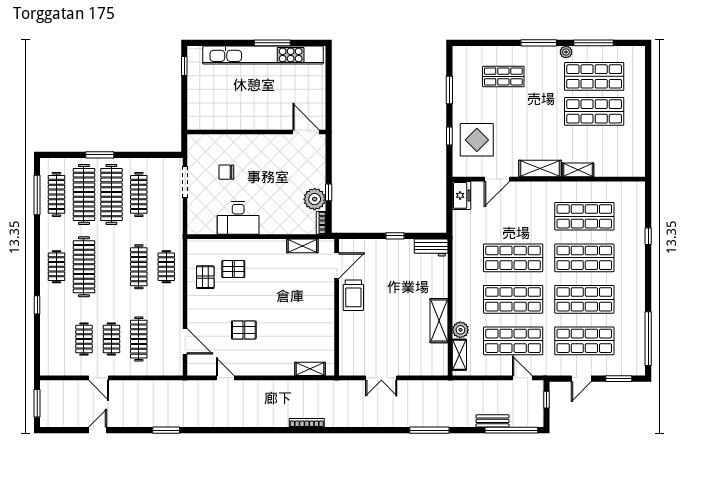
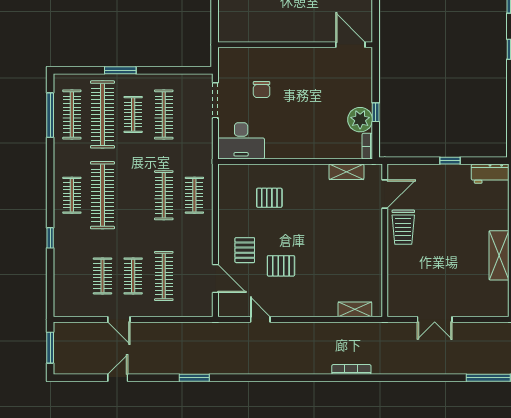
chair: (226, 172) -> (262, 90), turned -90
clothes rail: (111, 194) -> (133, 114), width x0.54, depth x0.76
desk: (238, 218) -> (241, 141), moved
pallet: (205, 277) -> (245, 250), moved

